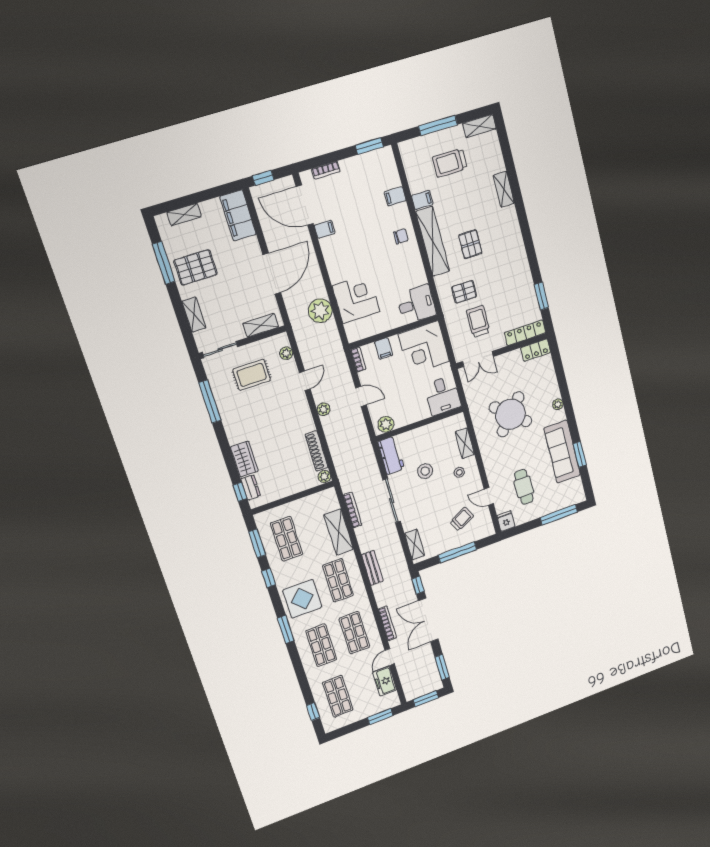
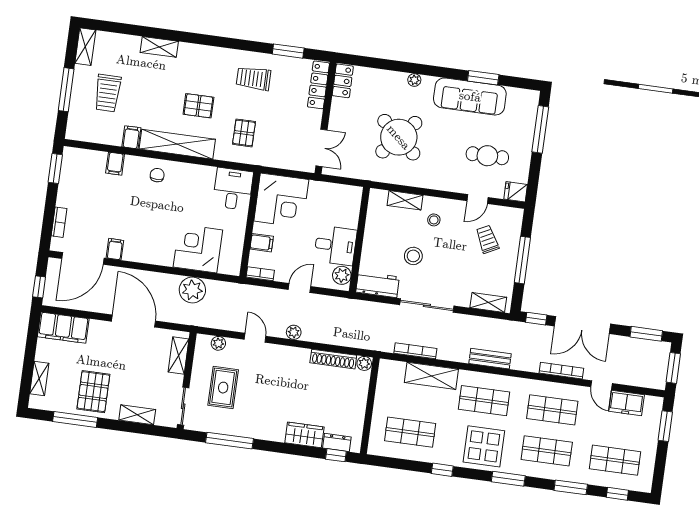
trolley: (478, 321) -> (254, 78), moved
desk: (443, 395) -> (335, 245), moved
window: (257, 543) -> (571, 487), moved

